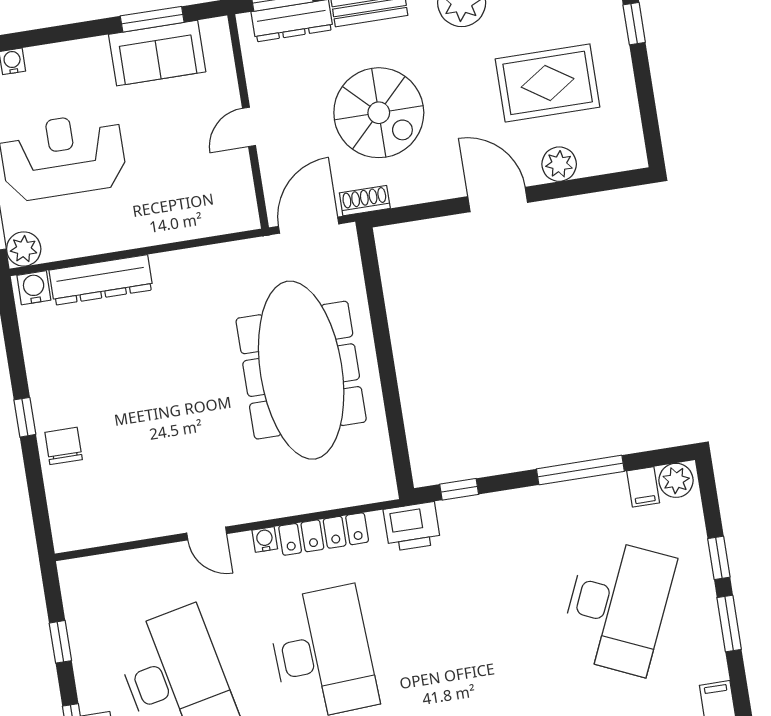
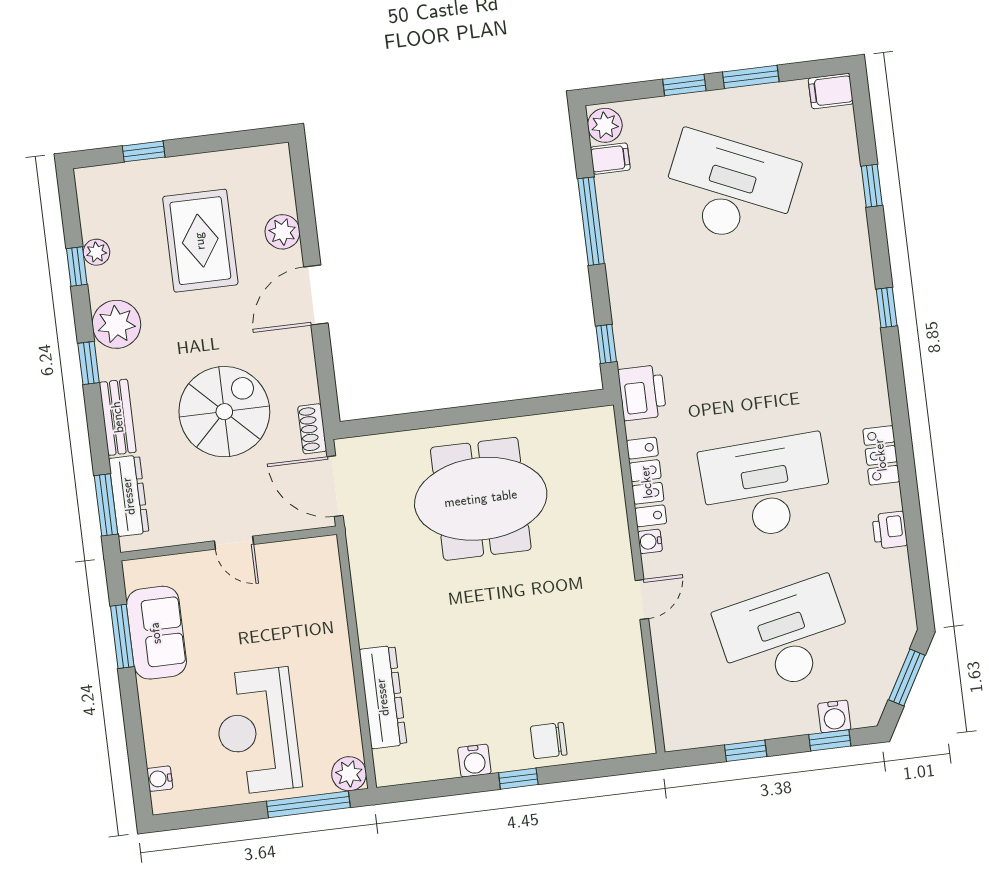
water cooler: (34, 288) -> (474, 761), moved, turned -90
meeting table: (301, 370) -> (481, 499), width x0.73

